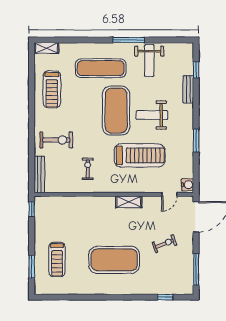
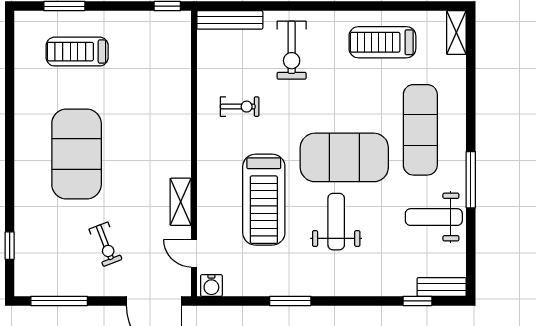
bench: (188, 89) -> (442, 287), moved
shelving: (129, 202) -> (181, 202), moved

